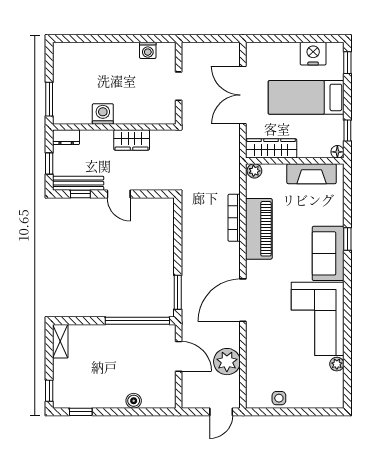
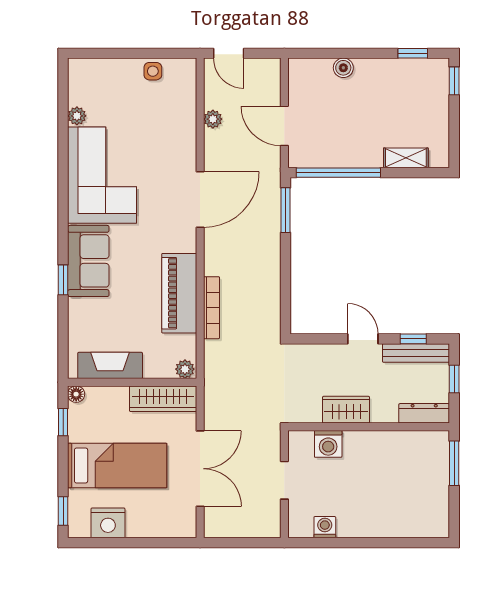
washing machine: (103, 114) -> (328, 444), moved
dresser: (66, 137) -> (424, 413), width x1.44
shelving: (60, 341) -> (406, 158), moved, turned 90
plant: (227, 362) -> (213, 119), width x0.53, depth x0.53
door: (221, 412) -> (229, 53), swing flipped

